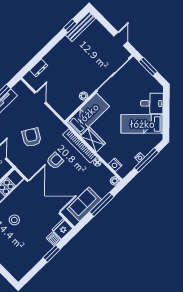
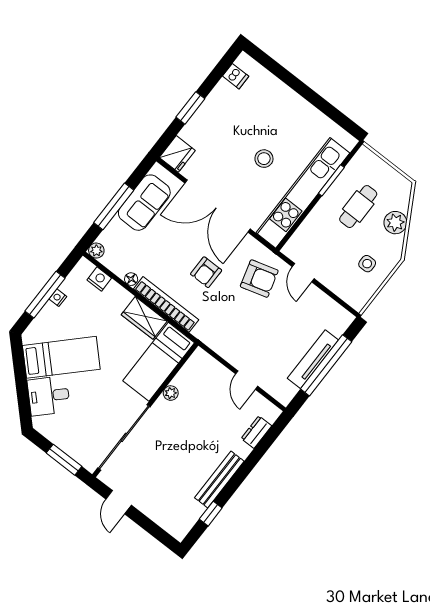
bench: (81, 27) -> (219, 479), moved
armchair: (32, 137) -> (259, 279), moved, turned -47
dishwasher: (54, 239) -> (236, 76), moved

